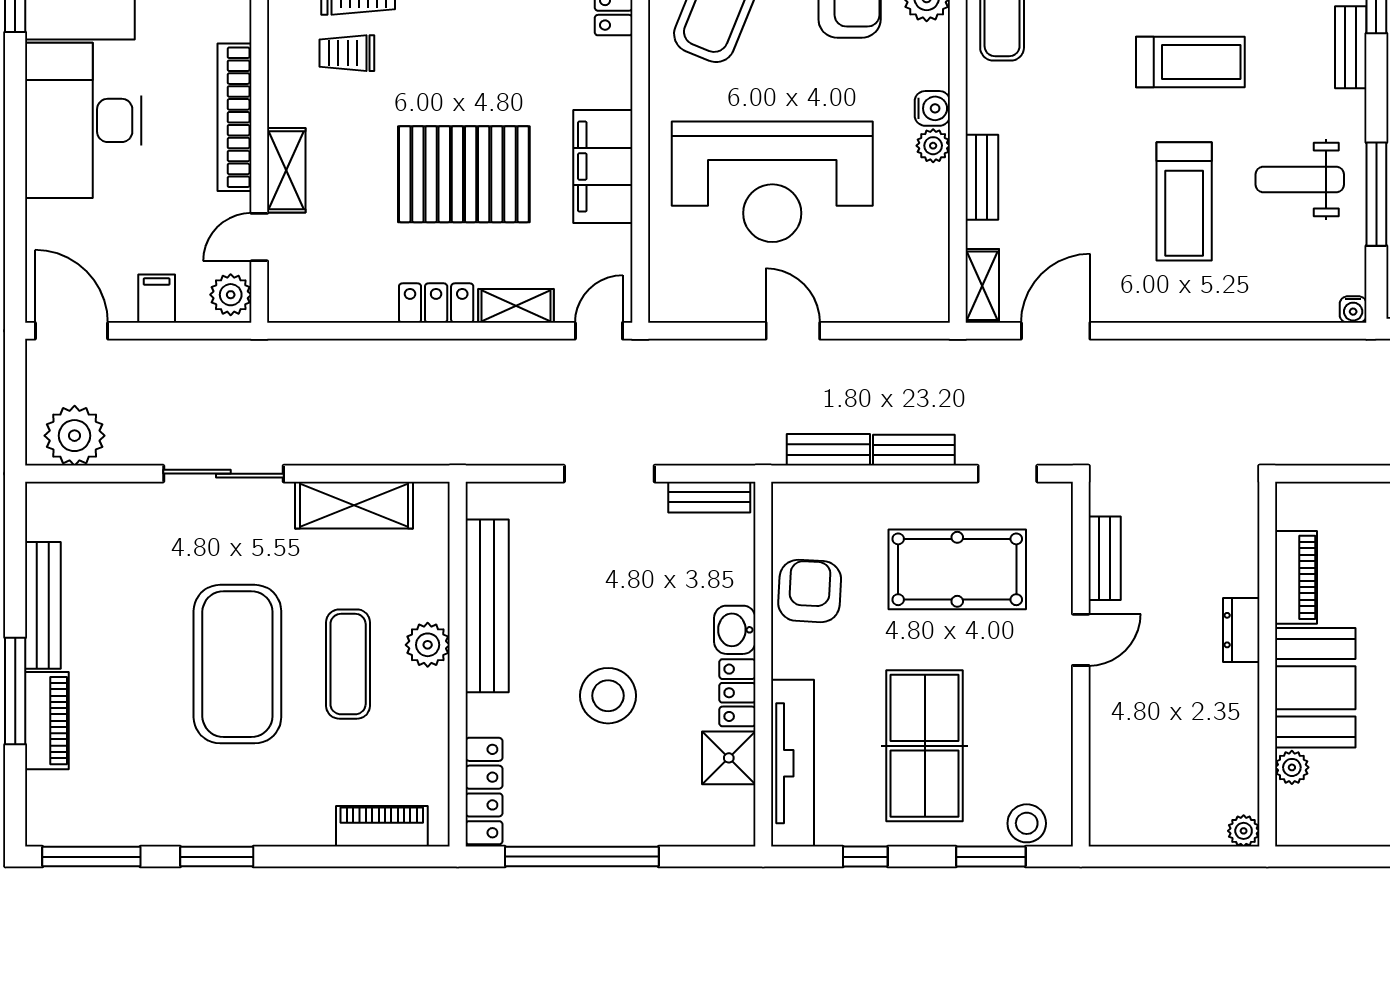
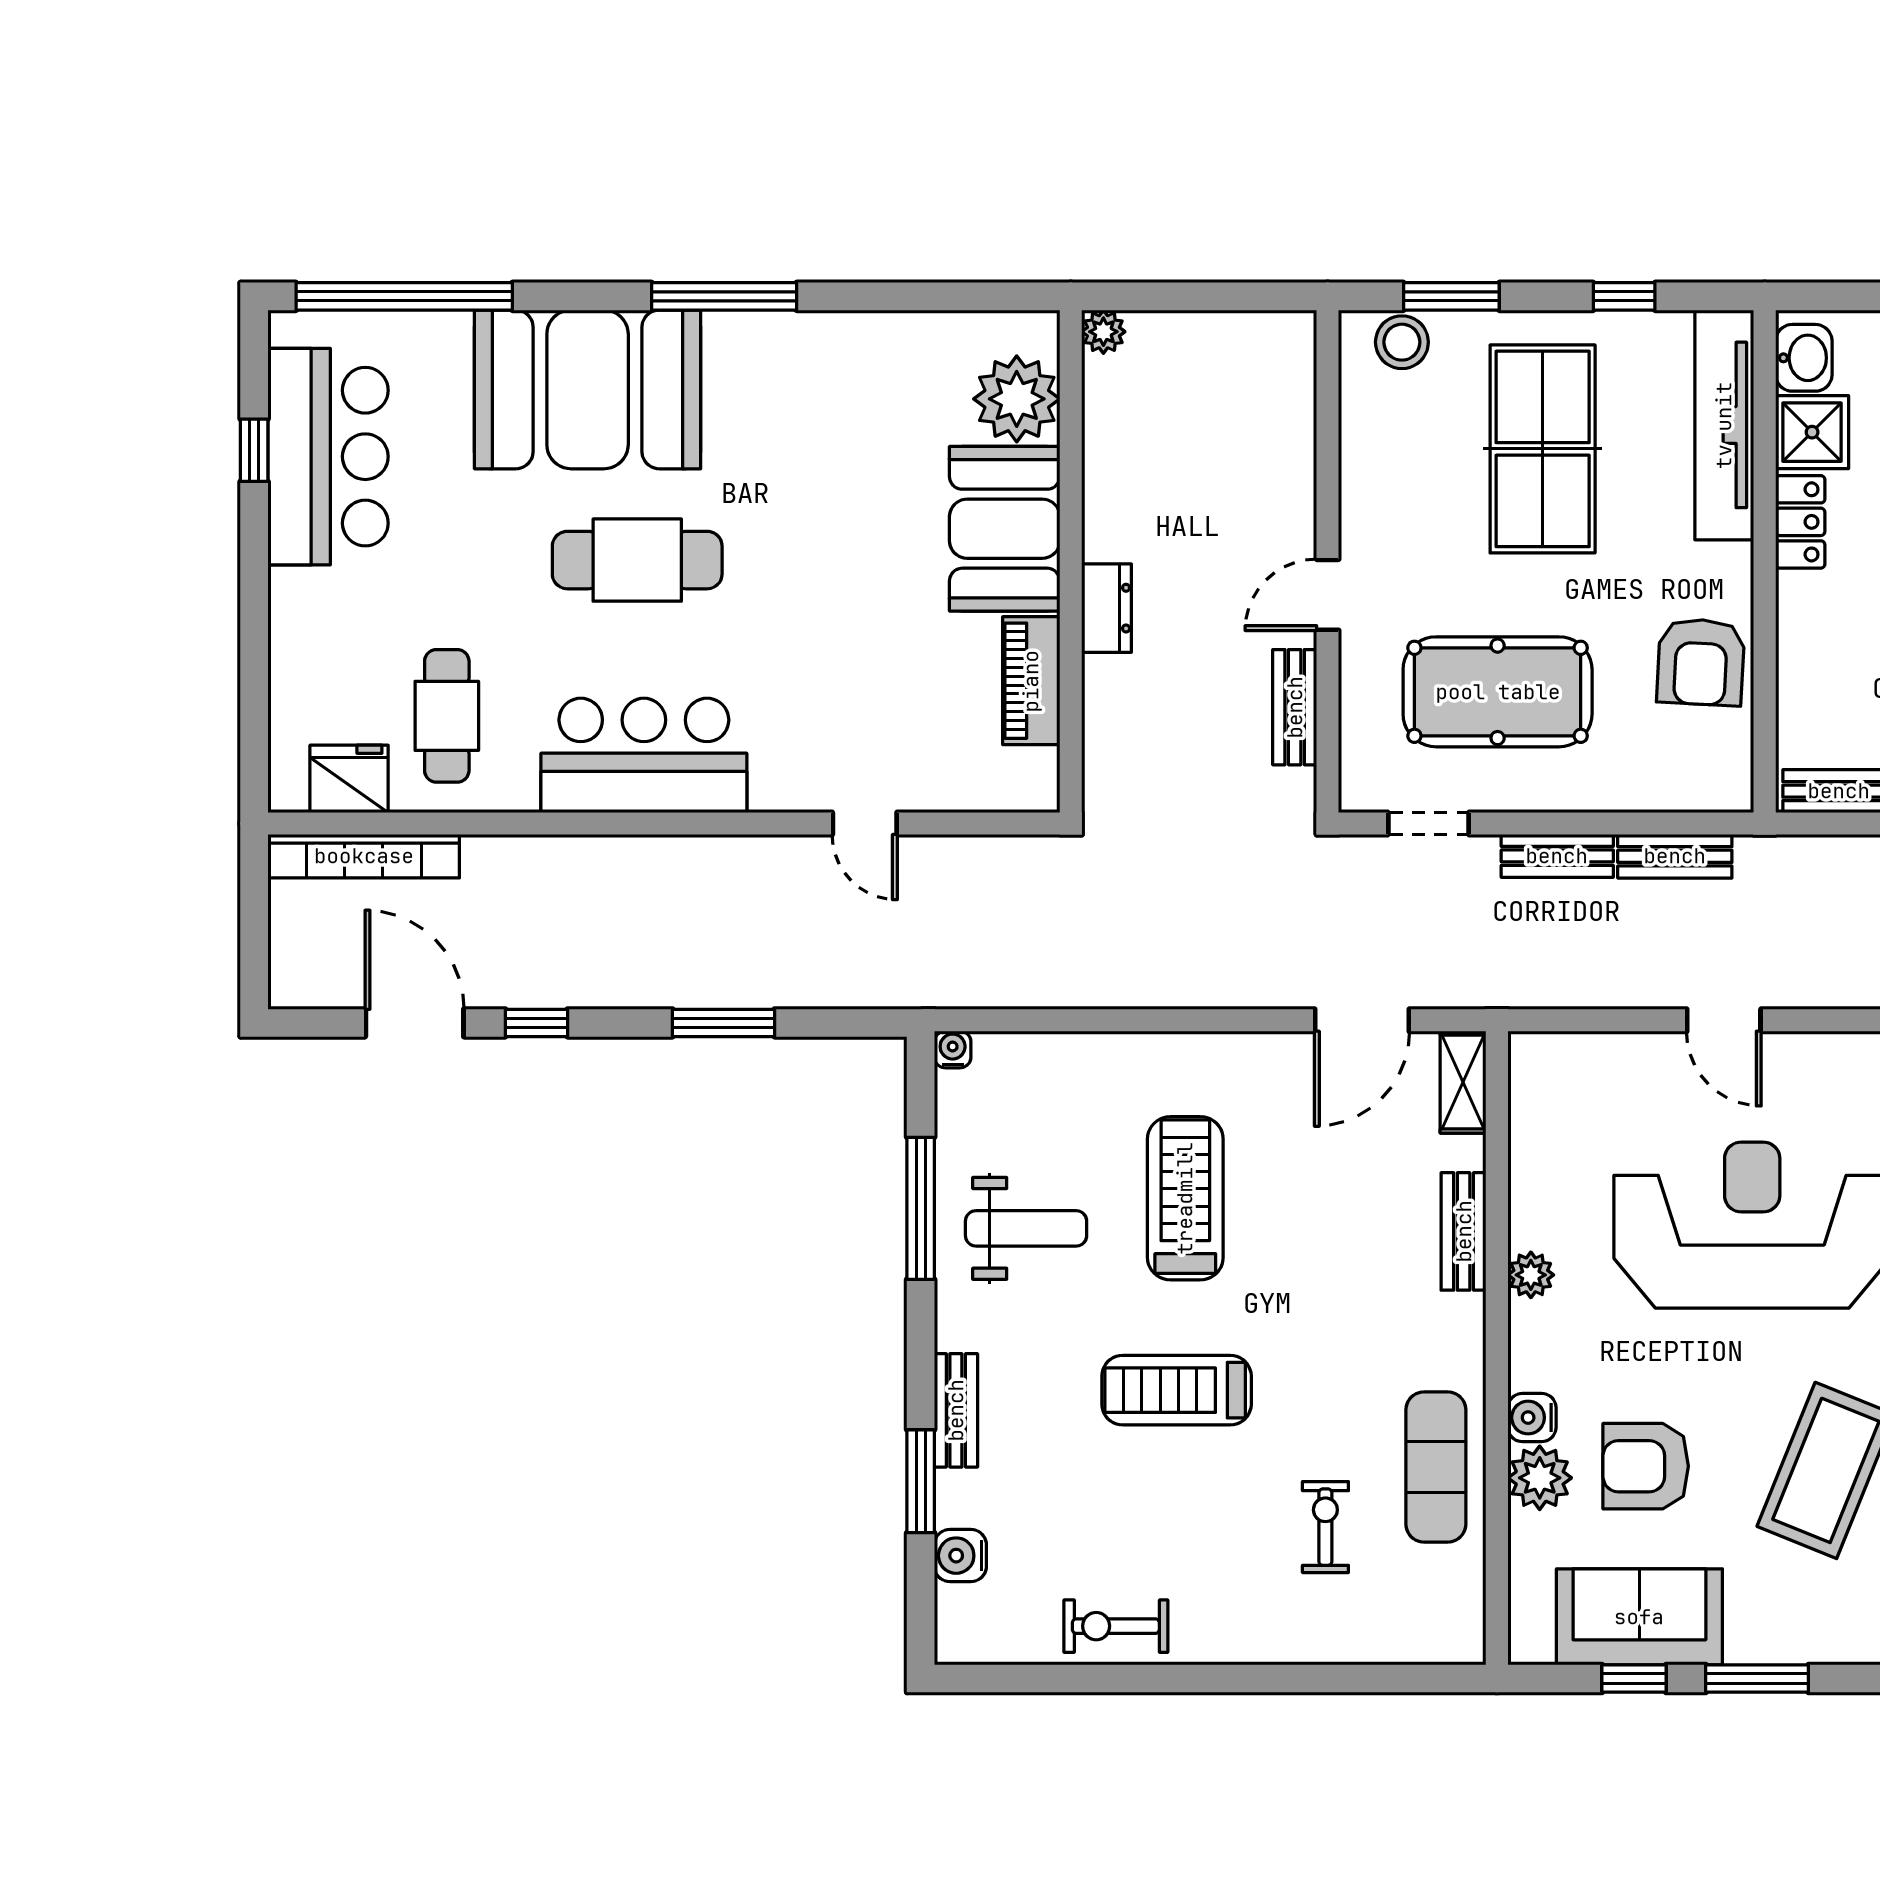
water cooler: (932, 108) -> (1532, 1418), moved
washbasin: (735, 630) -> (1804, 358), moved
plant: (1292, 767) -> (1017, 399), width x1.88, depth x1.88

